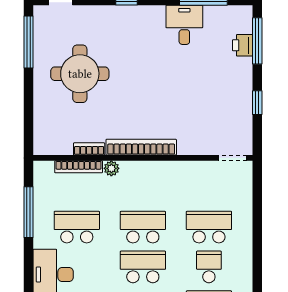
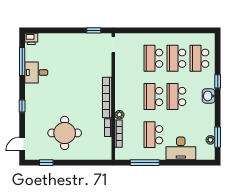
window: (257, 41) -> (46, 30), removed
window: (28, 42) -> (46, 163), width x0.46
printer: (243, 45) -> (31, 39), moved
window: (257, 103) -> (94, 30), moved
school desk: (209, 267) -> (176, 58), width x1.85

